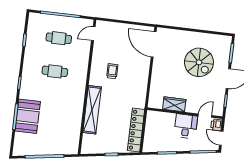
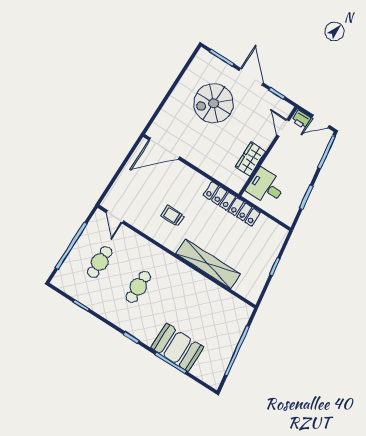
spiral stairs: (199, 62) -> (214, 103), turned 180
desk: (186, 126) -> (266, 187), moved
locker: (136, 130) -> (232, 204), moved

